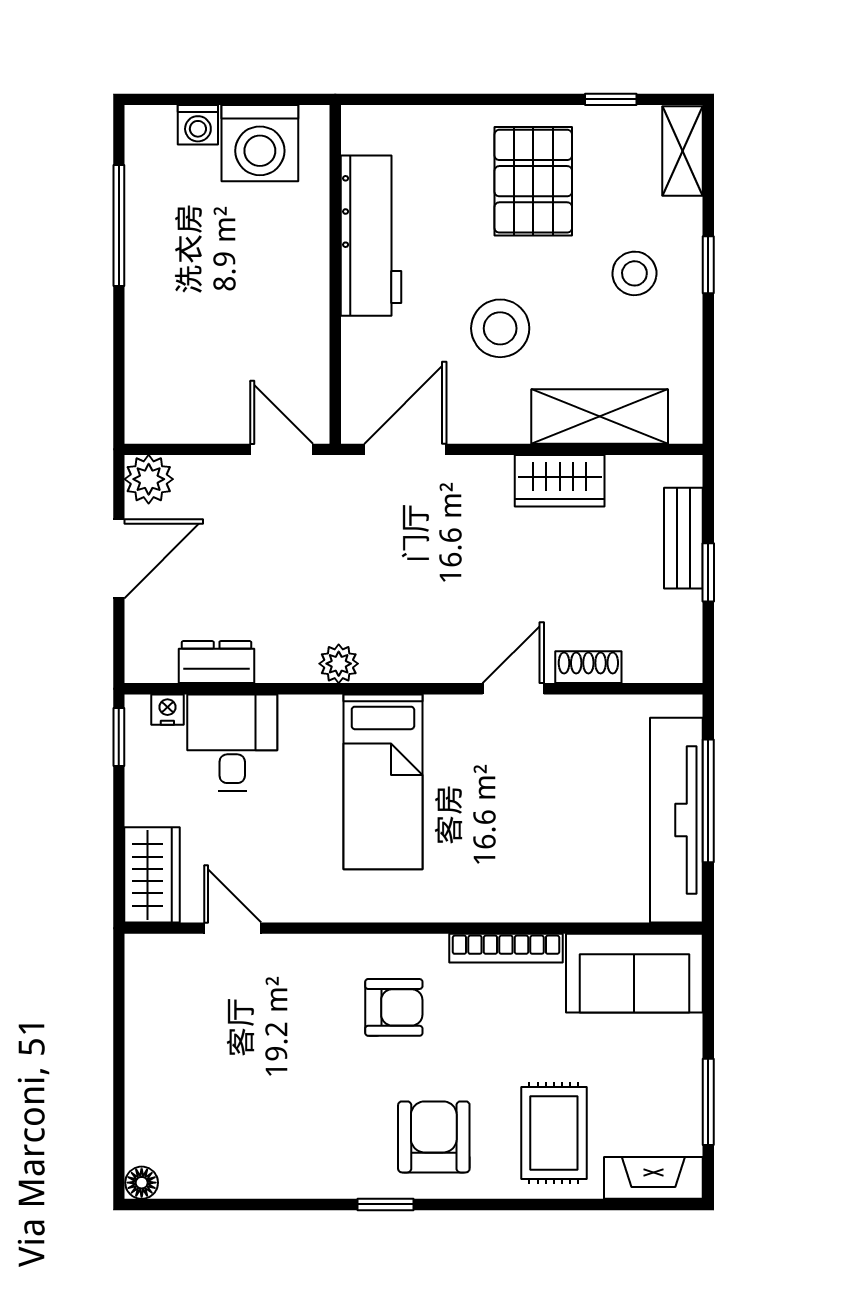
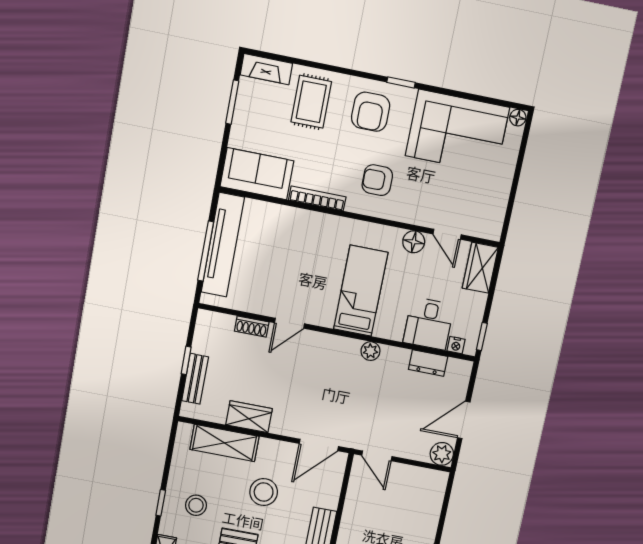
floor lamp: (297, 900) -> (414, 242), added
corner sofa: (255, 1132) -> (457, 132), added

